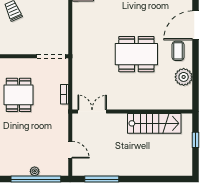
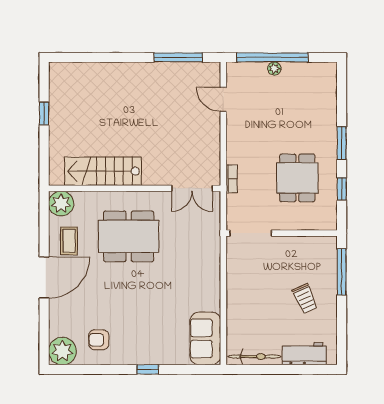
double door: (92, 111) -> (192, 188), moved
wall: (132, 111) -> (135, 188), moved
stairs: (154, 123) -> (103, 171), moved

